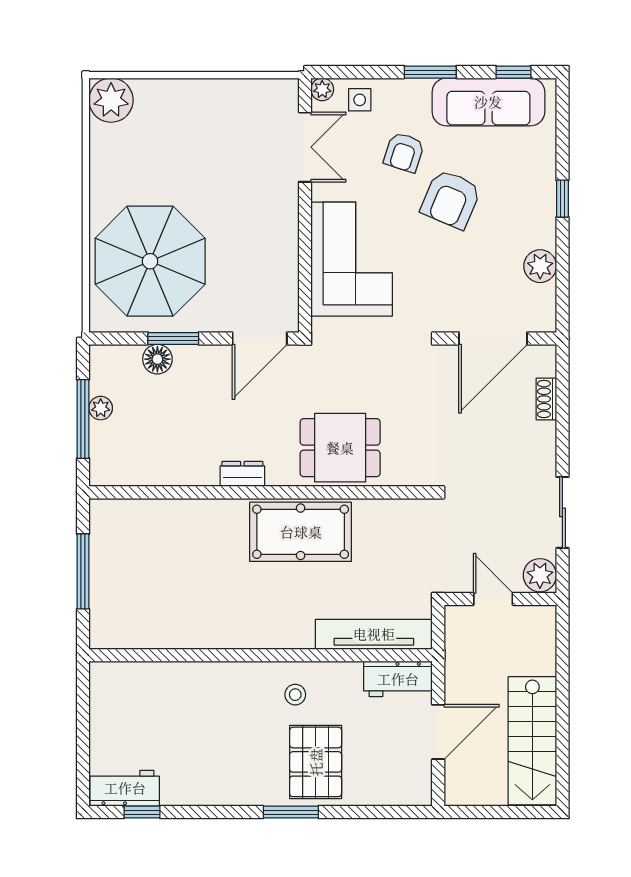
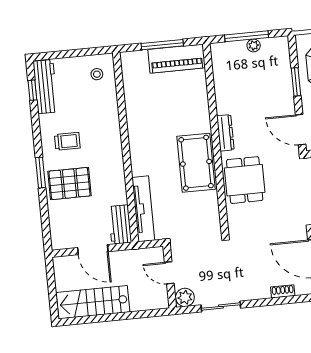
floor lamp: (157, 359) -> (284, 74), removed
dresser: (242, 474) -> (225, 133), width x1.44
piano: (111, 548) -> (177, 59), added
door: (493, 599) -> (169, 273), swing flipped
stool: (295, 695) -> (97, 74), moved
trolley: (240, 759) -> (67, 141), added
workbench: (125, 788) -> (45, 87), width x1.38

